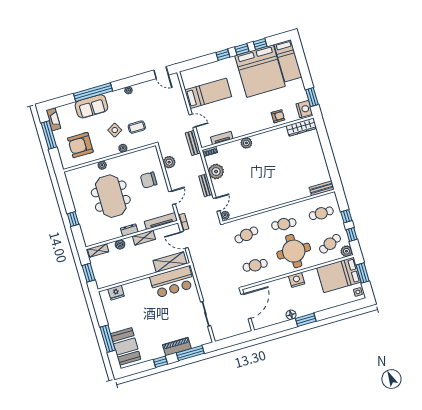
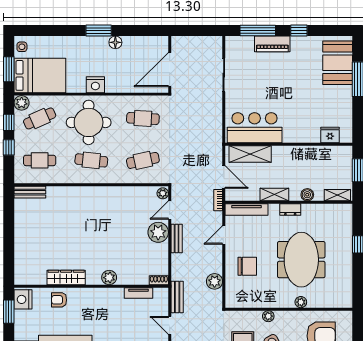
wardrobe: (301, 127) -> (66, 277), moved
plant: (216, 171) -> (158, 232), moved

